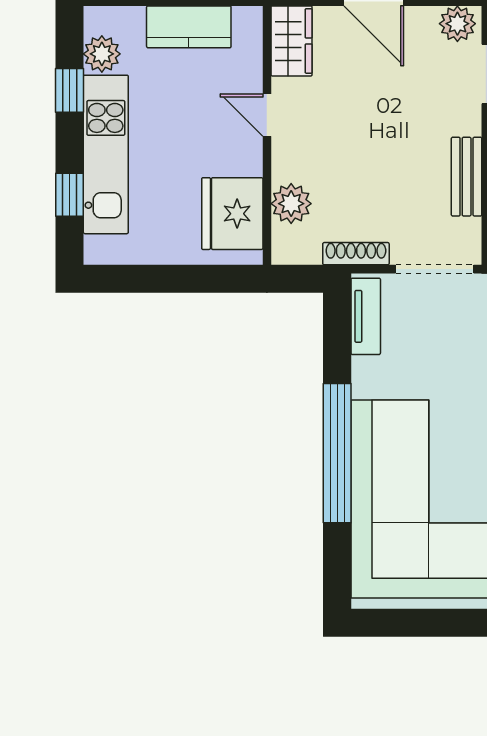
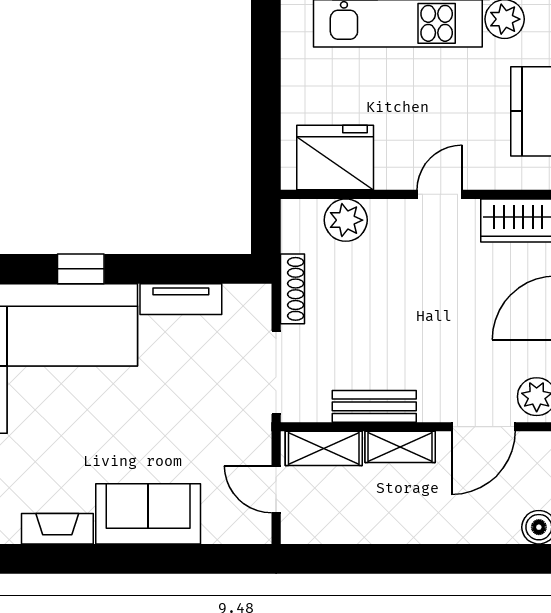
tv unit: (366, 316) -> (181, 299), moved
window: (337, 453) -> (81, 269), width x0.32

